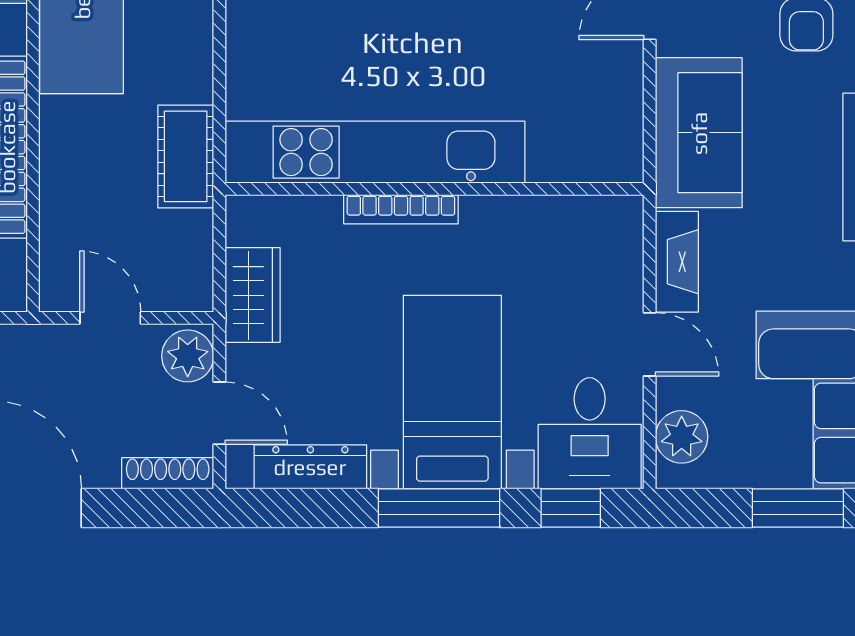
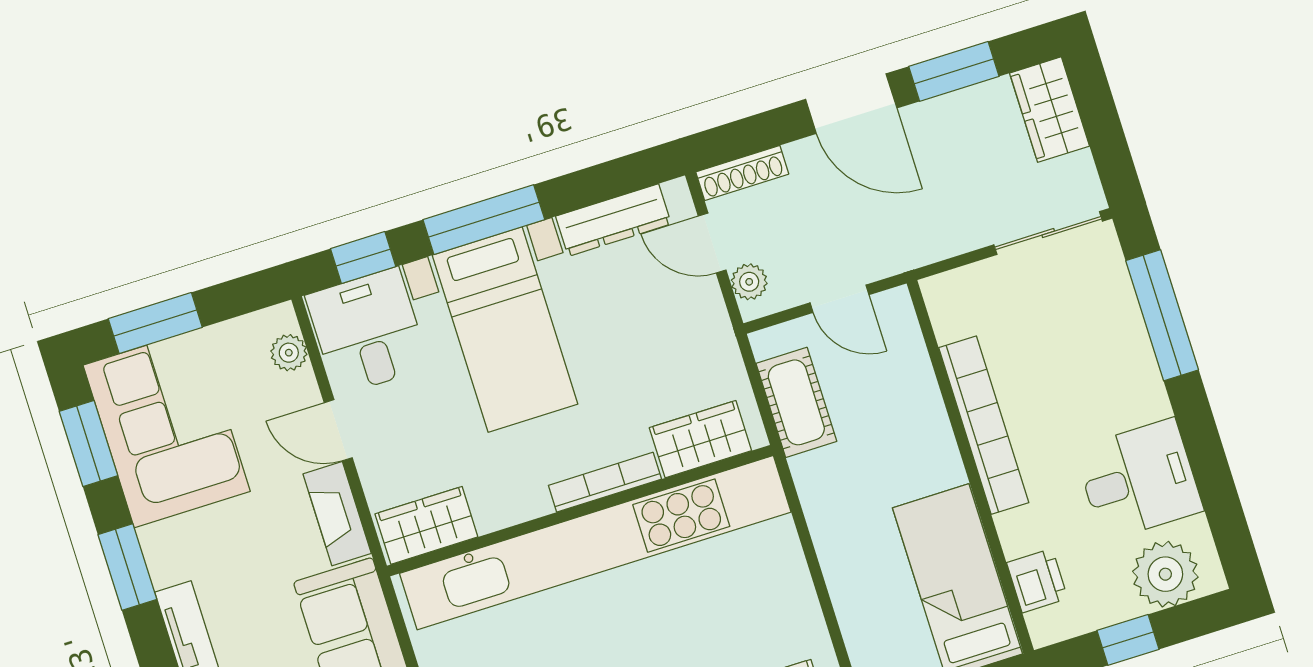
kitchen unit: (375, 152) -> (595, 543), width x1.36
cot: (186, 156) -> (796, 402), moved
wardrobe: (592, 222) -> (426, 525), added
wardrobe: (253, 295) -> (700, 439), moved, turned 90
plant: (188, 356) -> (749, 282), width x0.73, depth x0.73
plant: (682, 437) -> (289, 353), width x0.73, depth x0.73

